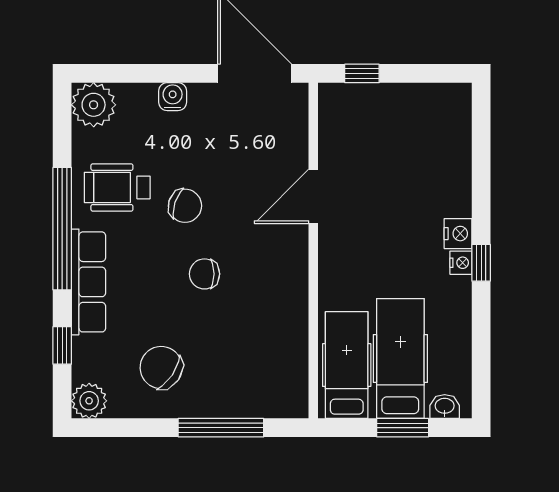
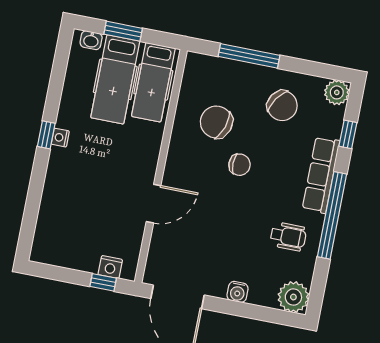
wheelchair: (117, 187) -> (288, 236), width x0.73, depth x0.73
chair: (185, 206) -> (216, 122), moved, width x1.37, depth x1.37
nightstand: (458, 234) -> (110, 267), moved, turned -90

